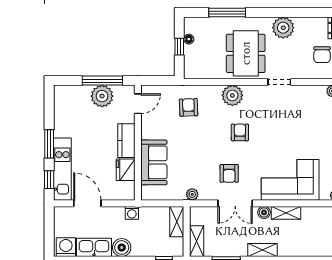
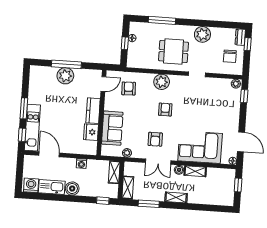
dining table: (246, 53) -> (174, 51), width x0.73
door: (138, 104) -> (103, 84), moved
kitchen counter: (126, 141) -> (93, 111), moved
wall: (138, 143) -> (101, 113), moved
sofa: (154, 162) -> (112, 128), moved
fridge: (126, 170) -> (91, 132), moved

